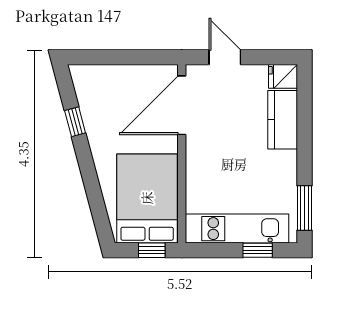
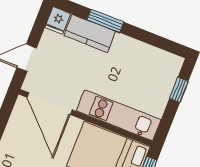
window: (304, 208) -> (105, 21), moved
kitchen unit: (237, 229) -> (119, 115), moved, turned 90

